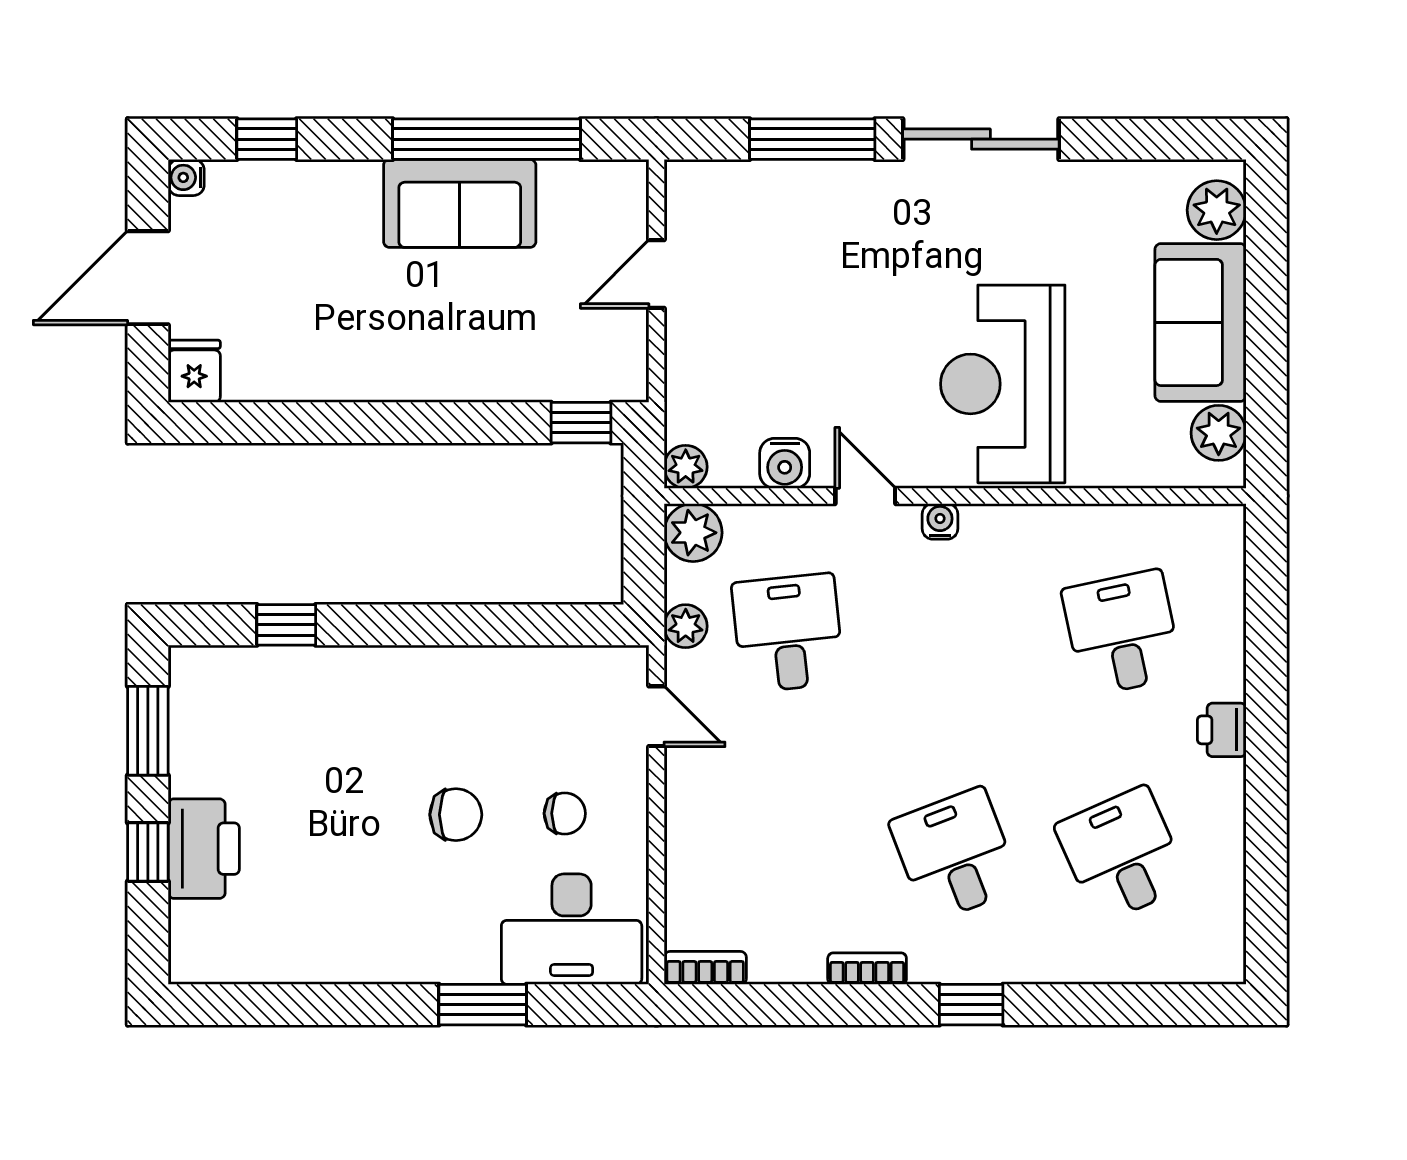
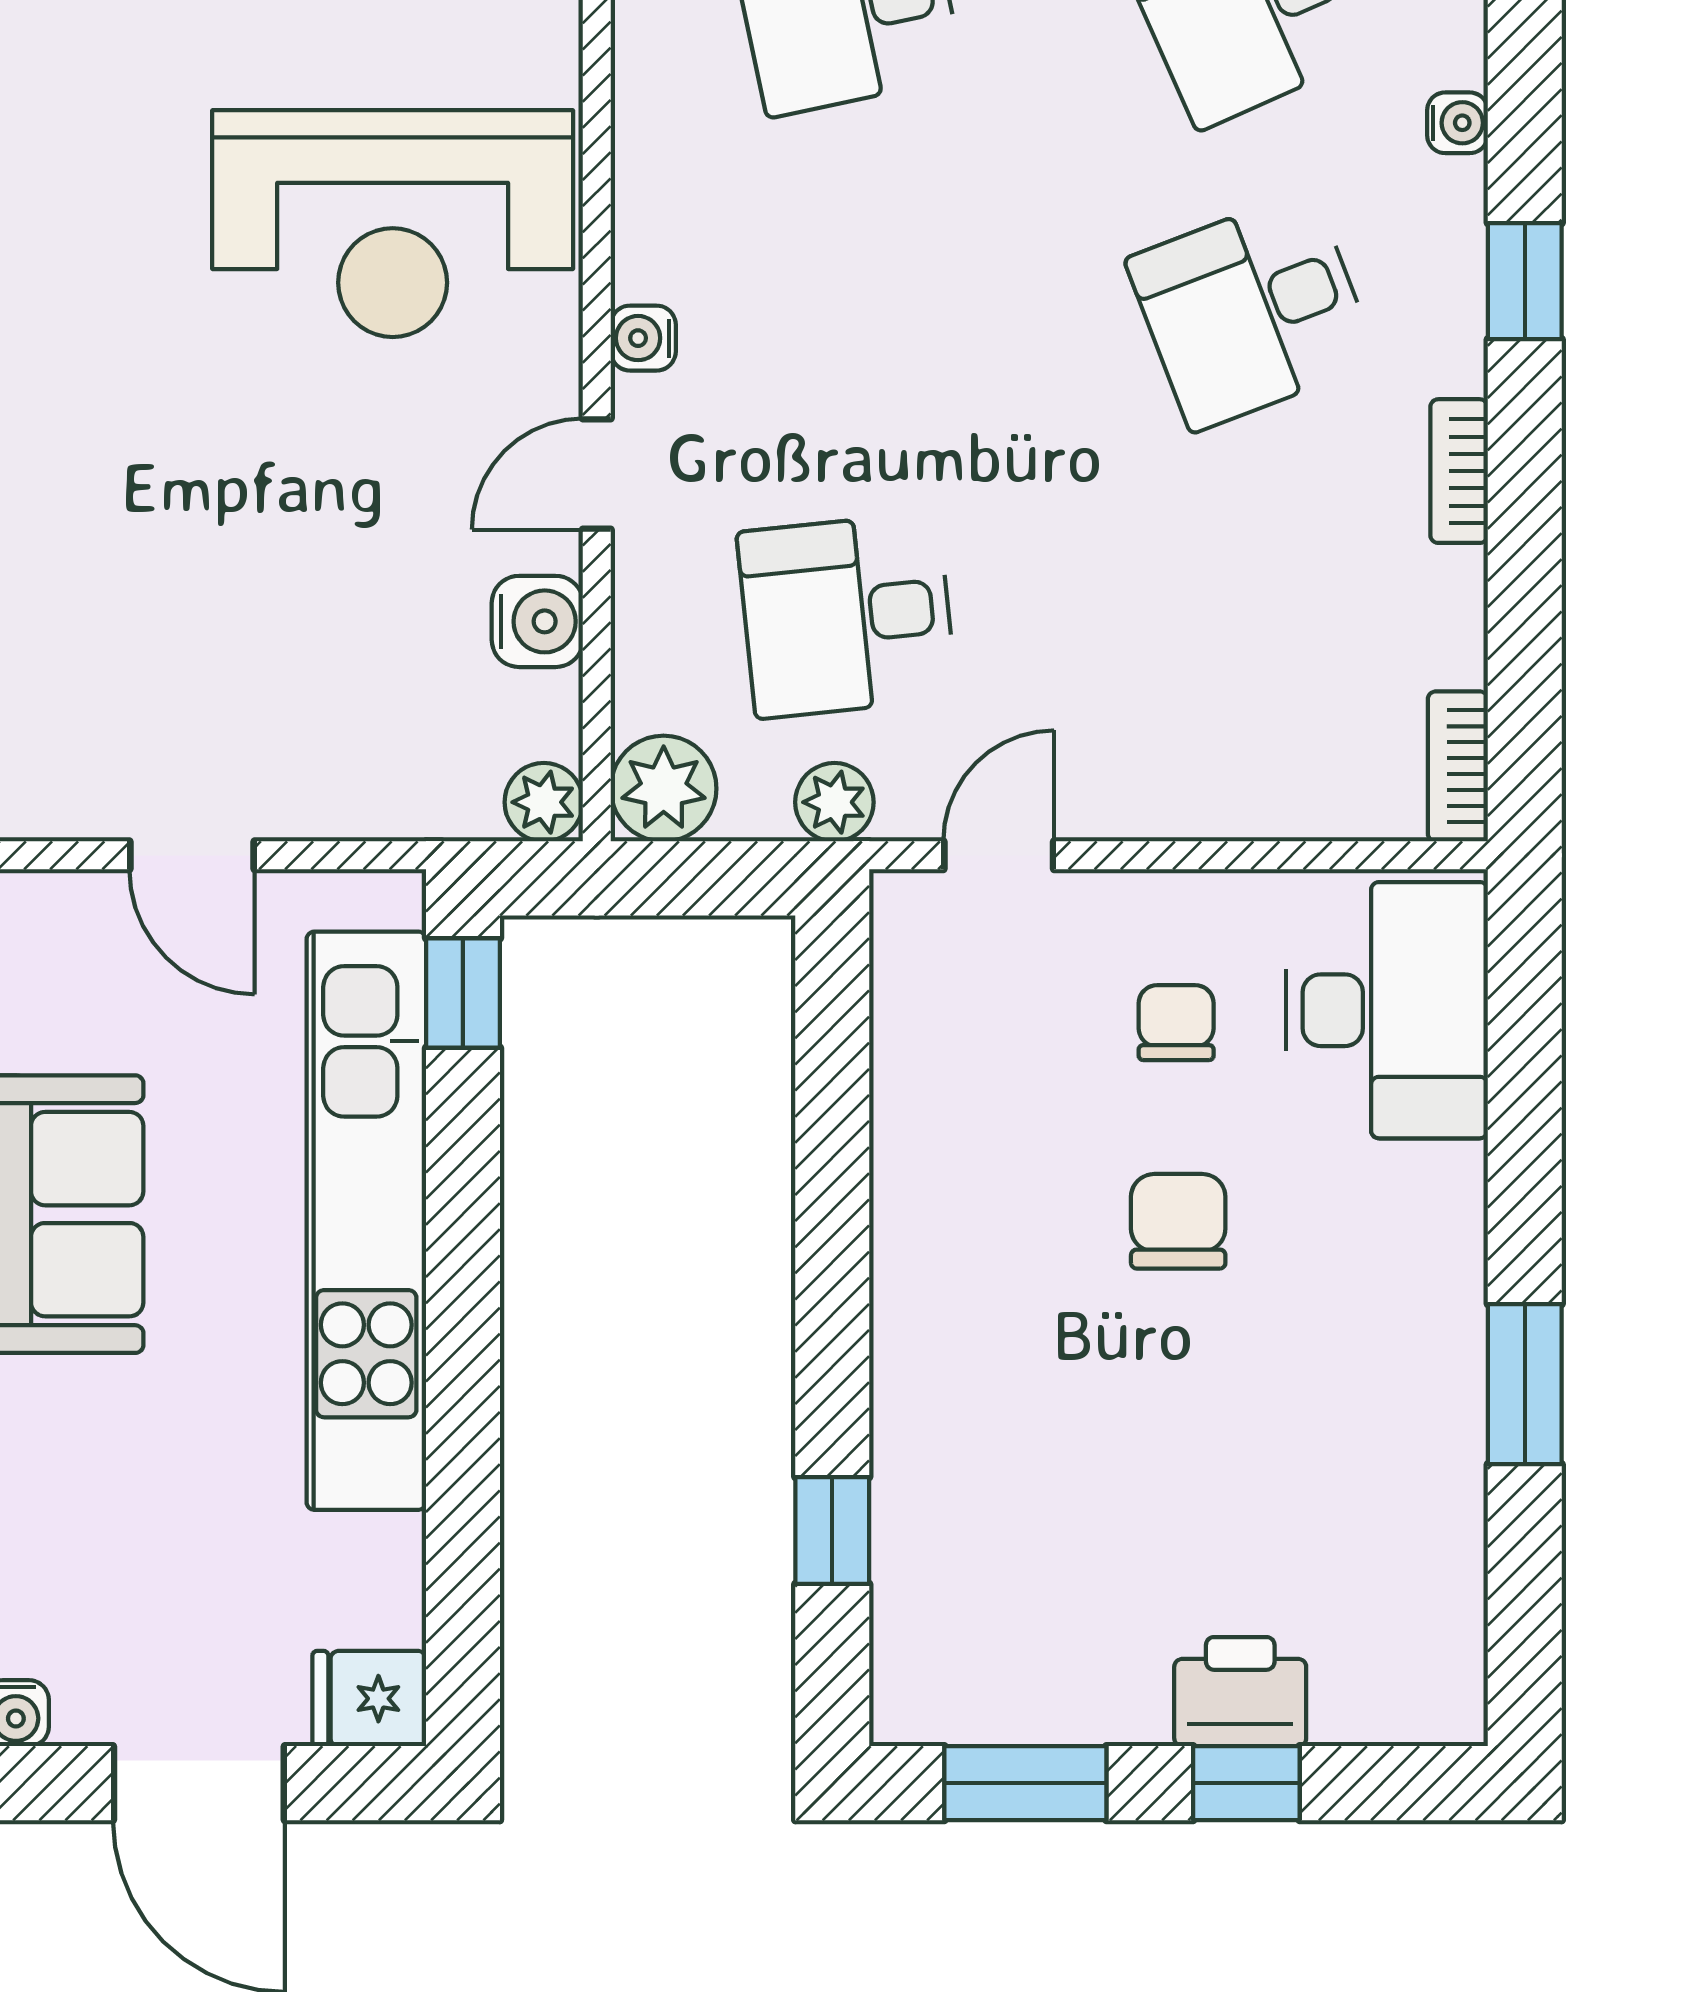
kitchen unit: (456, 370) -> (366, 1221), added
printer: (204, 849) -> (1240, 1692), width x0.73, depth x0.84
water cooler: (1058, 968) -> (1457, 123), added
window: (483, 1005) -> (1525, 1384), moved

